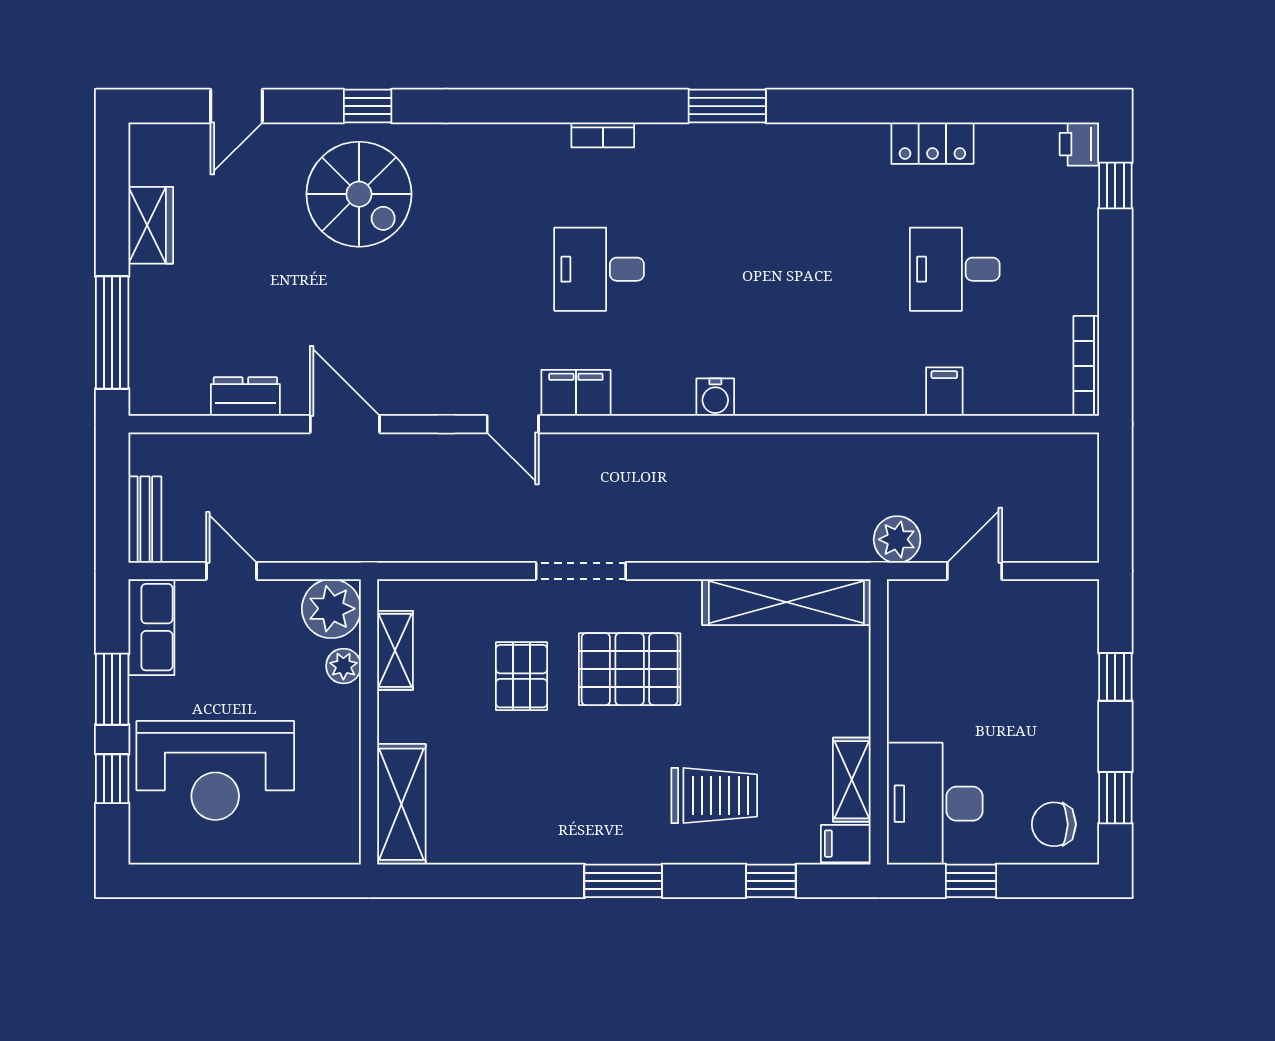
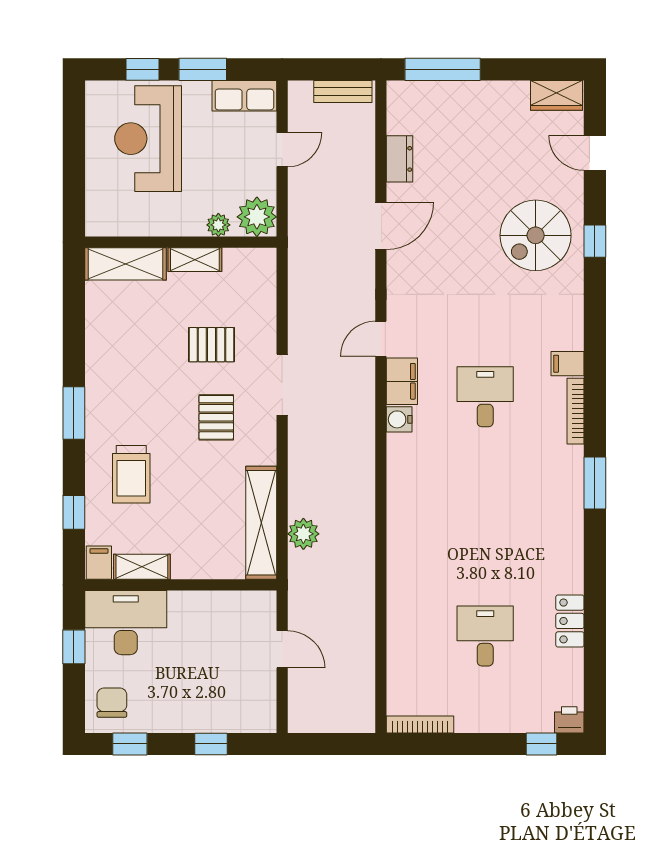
bookcase: (603, 135) -> (575, 411), width x1.56
wardrobe: (151, 225) -> (557, 95), moved
filing cabinet: (944, 392) -> (568, 364), moved, turned 180
water cooler: (715, 397) -> (399, 419), moved
bench: (145, 520) -> (343, 91), moved
plant: (897, 539) -> (303, 534), moved
shelving: (395, 650) -> (195, 260), moved
pallet: (630, 669) -> (216, 417), width x0.67, depth x0.71

